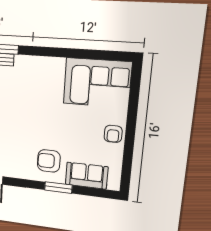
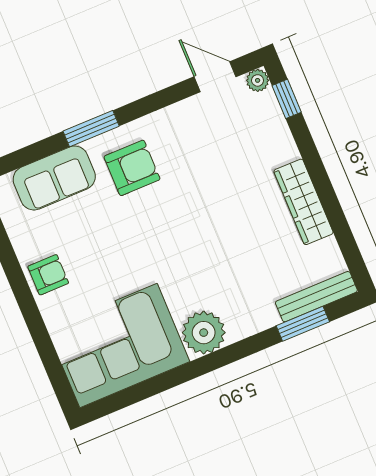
plant: (53, 68) -> (204, 333), added
armchair: (113, 134) -> (48, 275), turned 90

